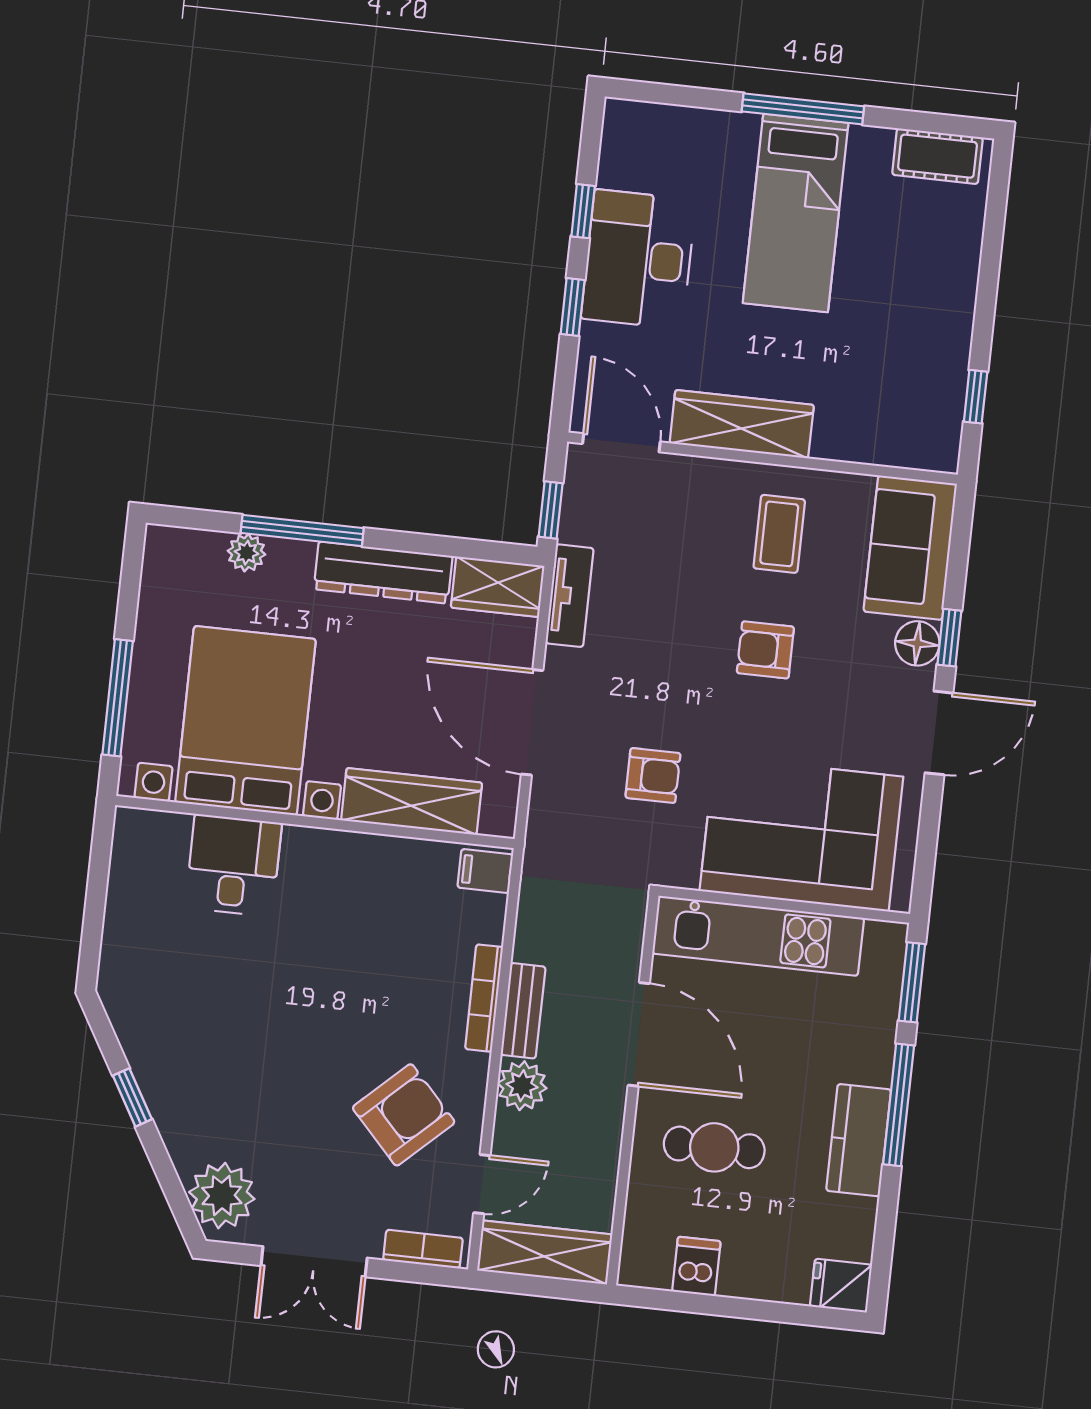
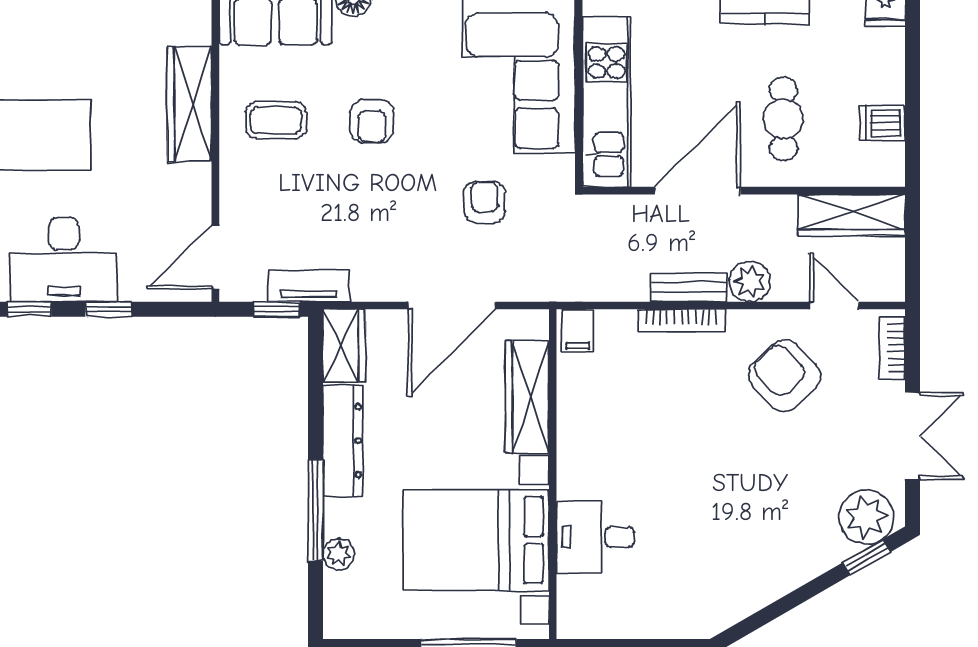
wardrobe: (742, 424) -> (190, 104), moved
tv unit: (570, 596) -> (309, 286), moved
window: (132, 1097) -> (867, 557), moved
wardrobe: (545, 1252) -> (851, 215), moved, turned -90

